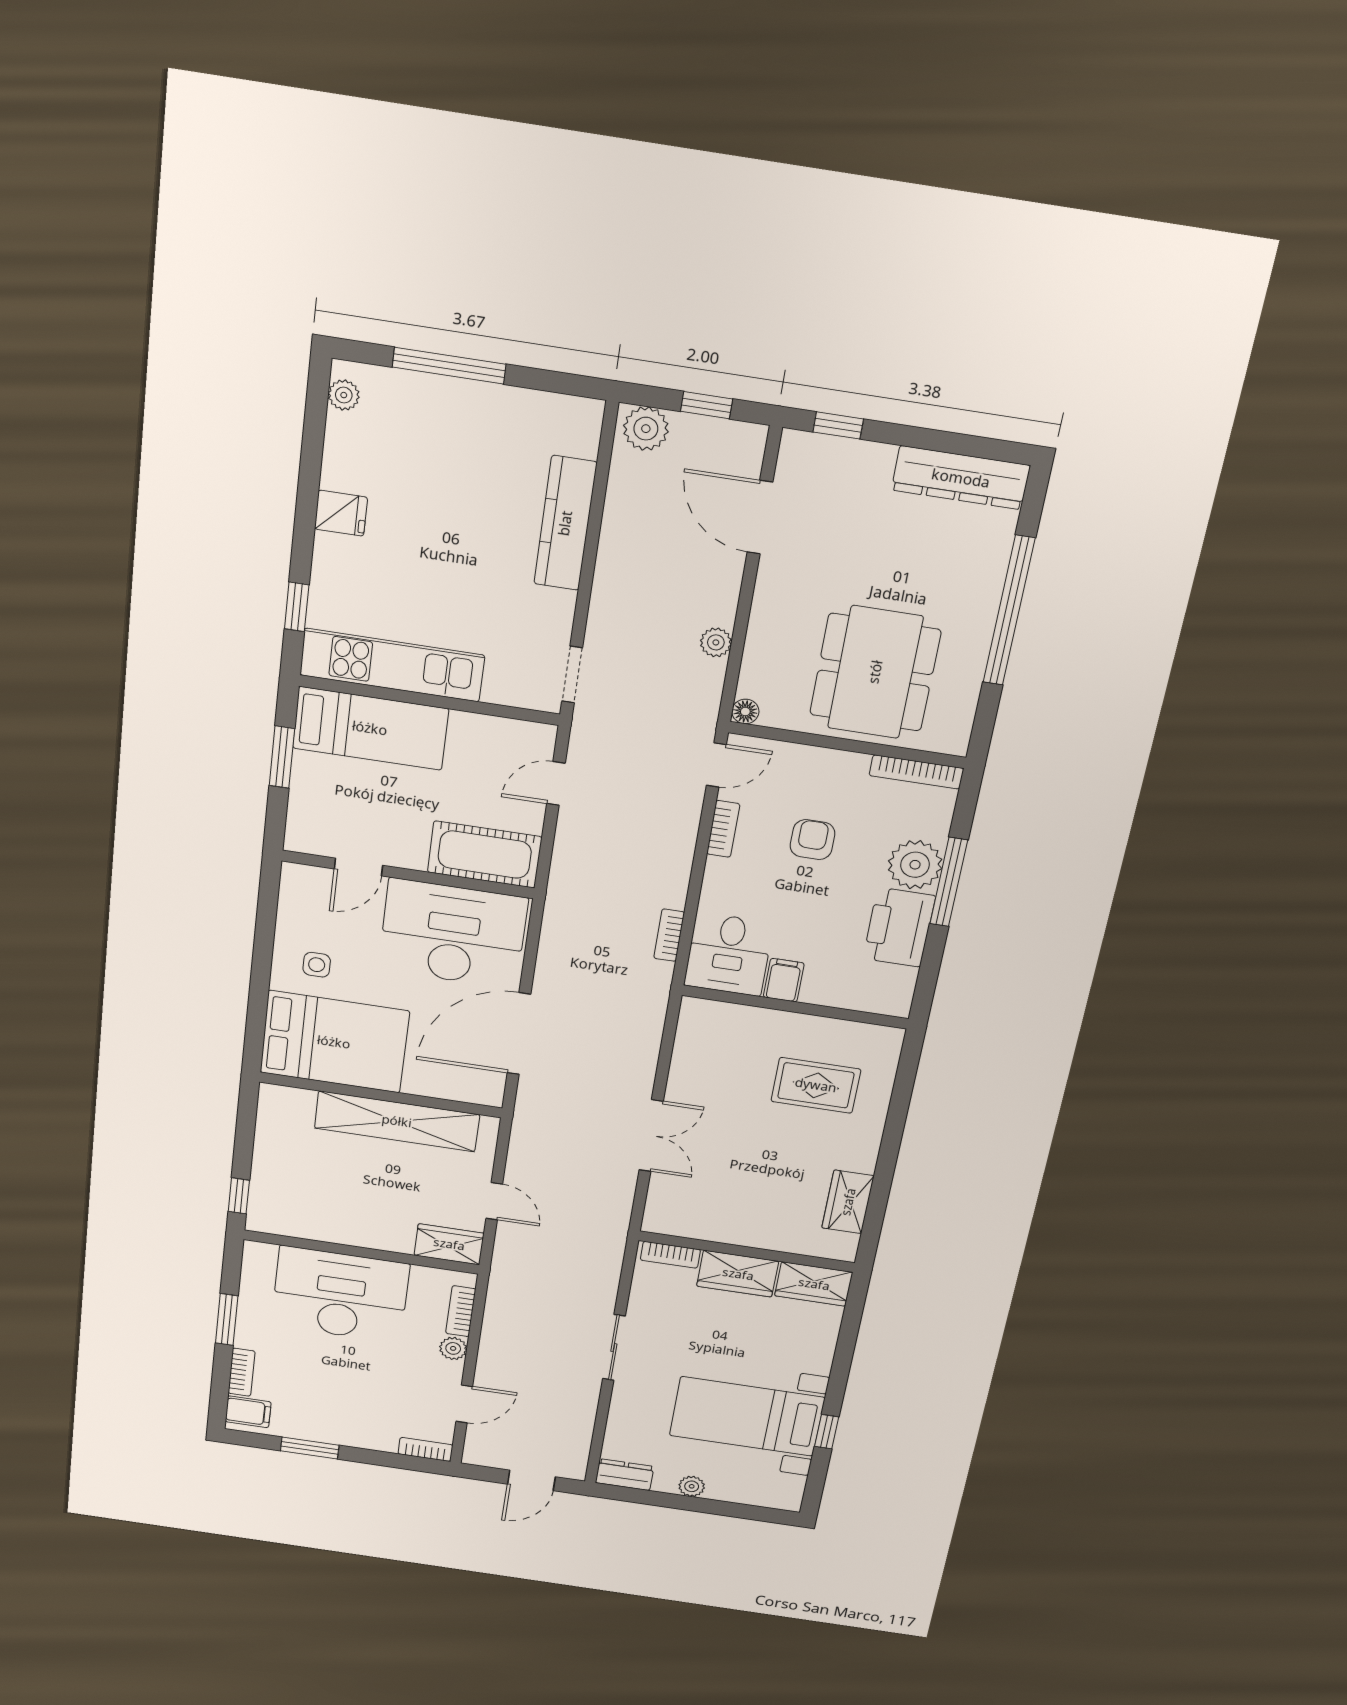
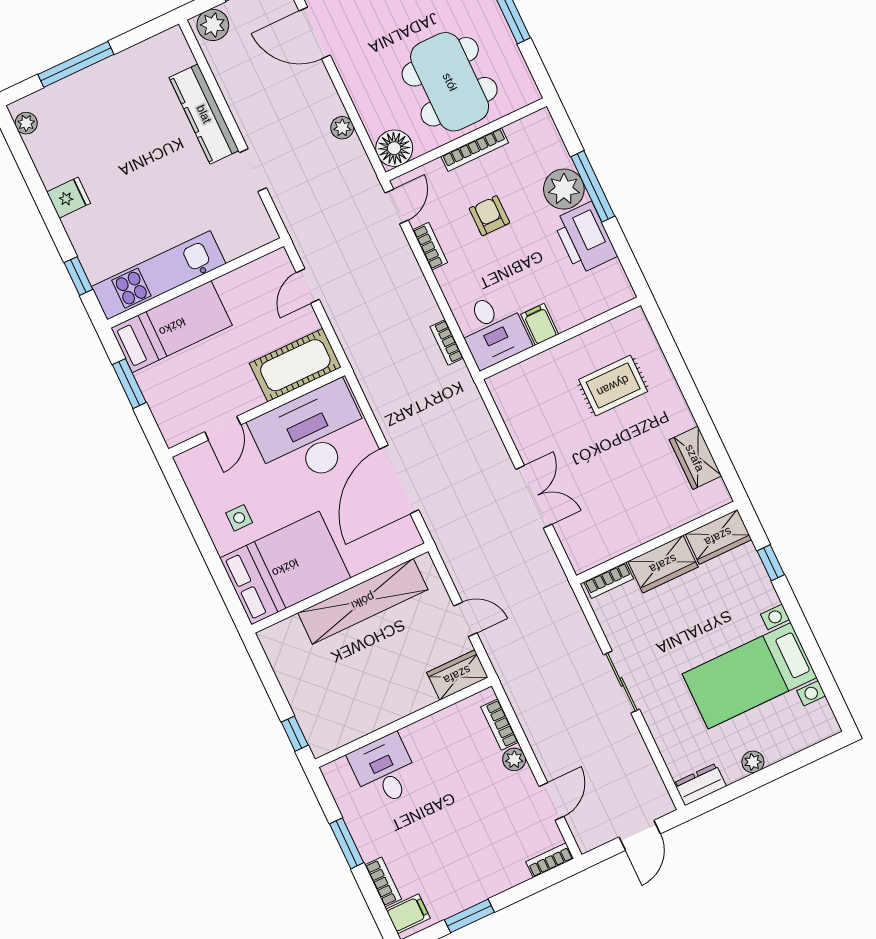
doorway: (572, 675) -> (253, 170), moved
floor lamp: (745, 711) -> (394, 148), width x1.89, depth x1.89
bookcase: (916, 772) -> (475, 149), moved
desk: (340, 1295) -> (384, 770), width x0.53, depth x0.77
window: (827, 1432) -> (771, 563), moved

